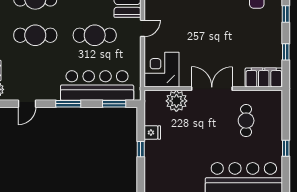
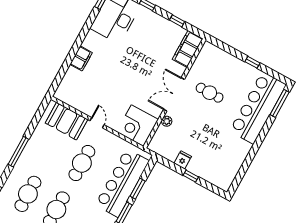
plant: (176, 101) -> (167, 121), width x0.53, depth x0.53
window: (114, 104) -> (138, 189), moved
cafe table: (246, 121) -> (210, 93), moved

